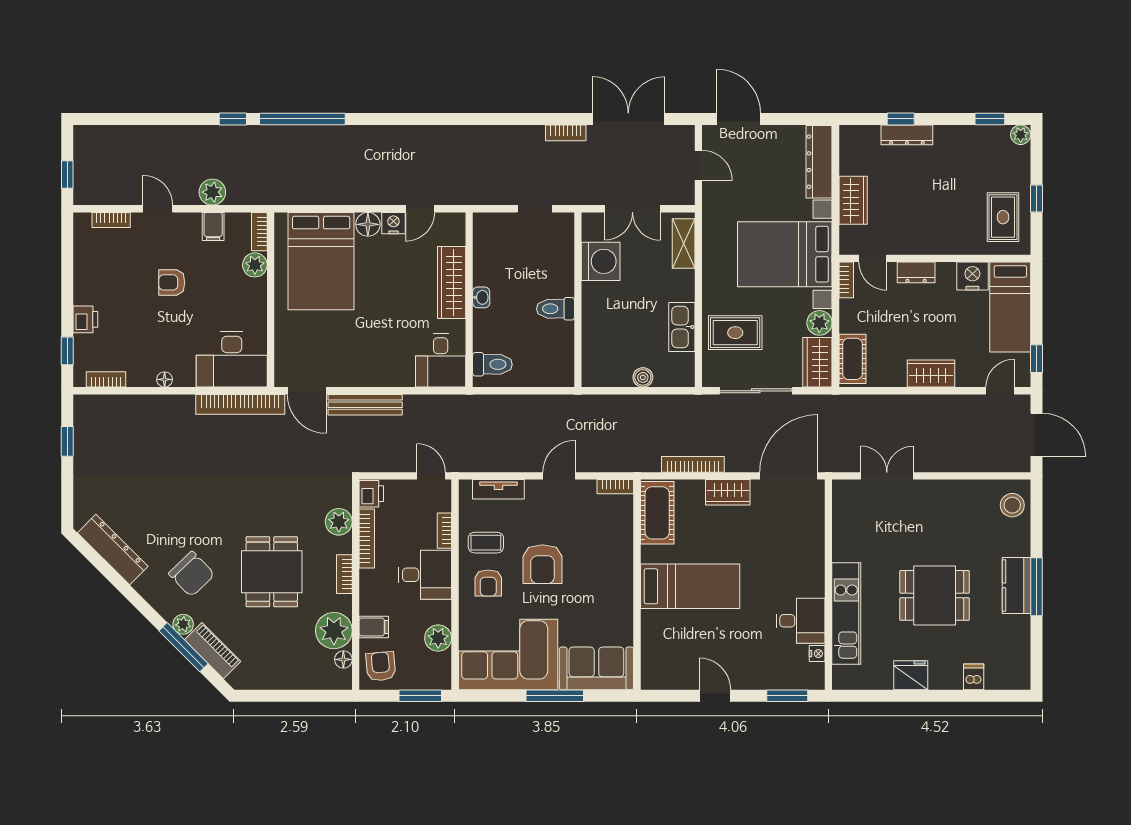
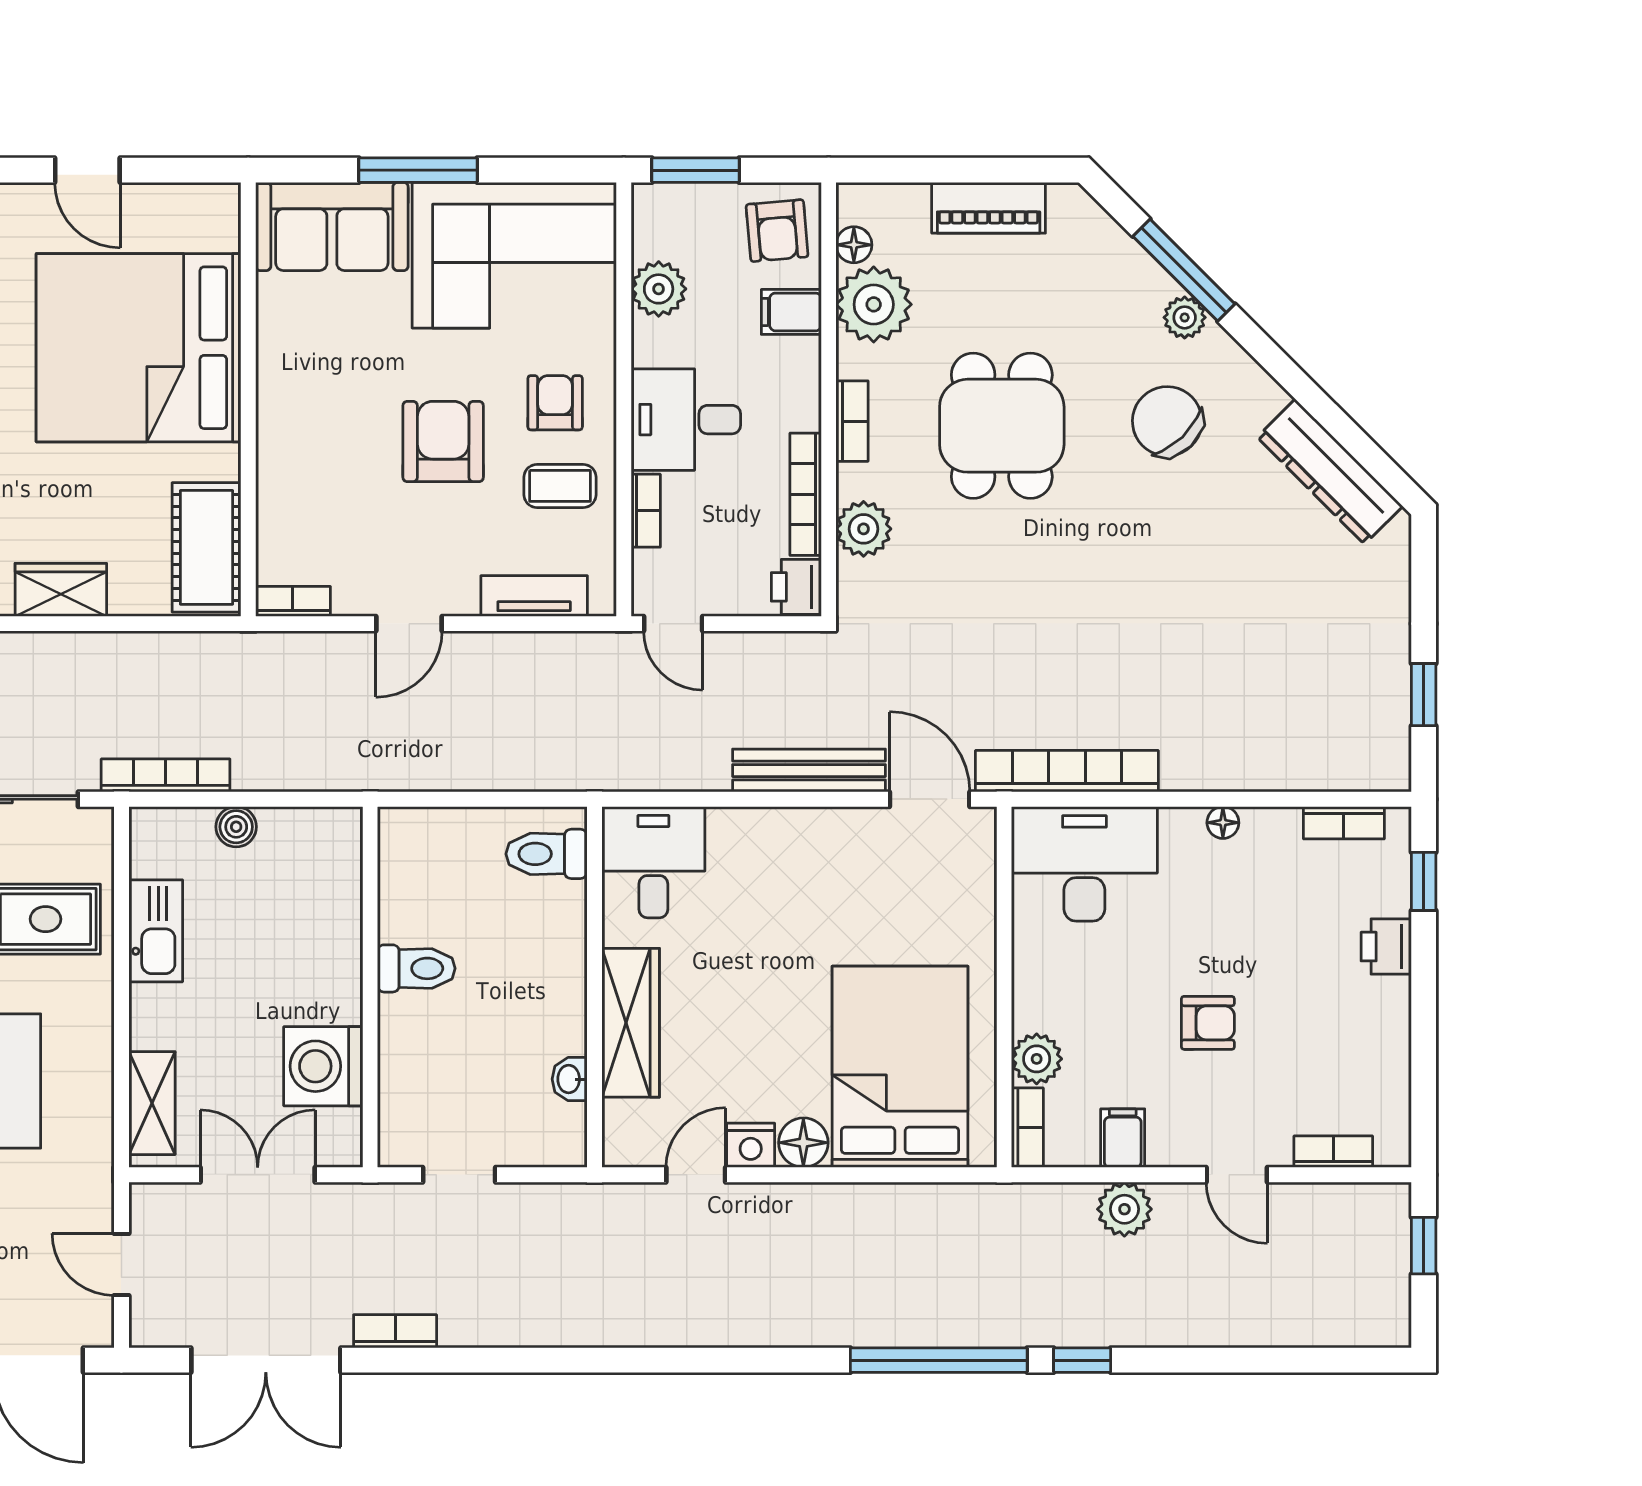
washbasin: (481, 297) -> (570, 1079), moved
bookcase: (693, 464) -> (166, 775), moved, turned 180
bed: (690, 586) -> (139, 348), width x2.04
piano: (213, 651) -> (989, 208), moved, turned -45

